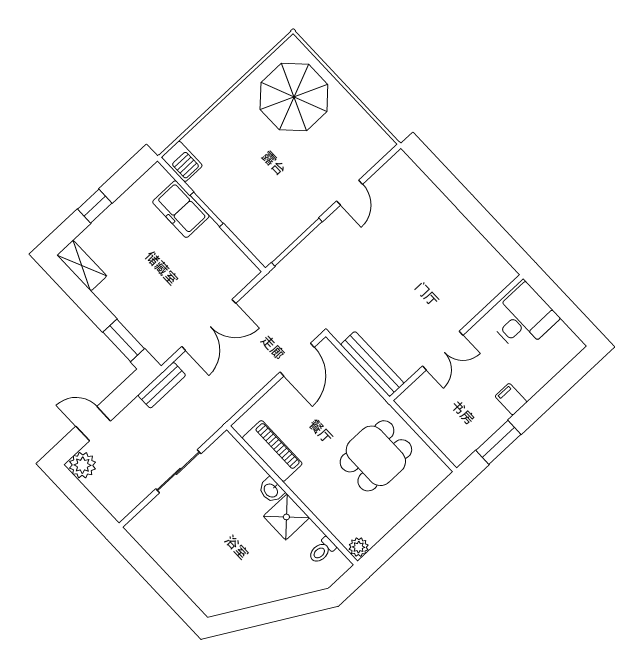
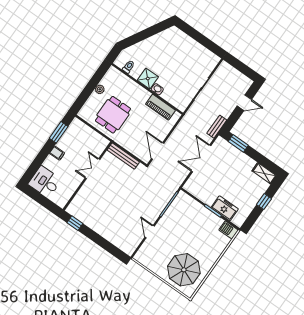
window: (504, 243) -> (75, 223), added
desk: (523, 318) -> (45, 182), moved, turned 90
plant: (83, 465) -> (245, 83), removed
plant: (359, 547) -> (100, 89), moved

